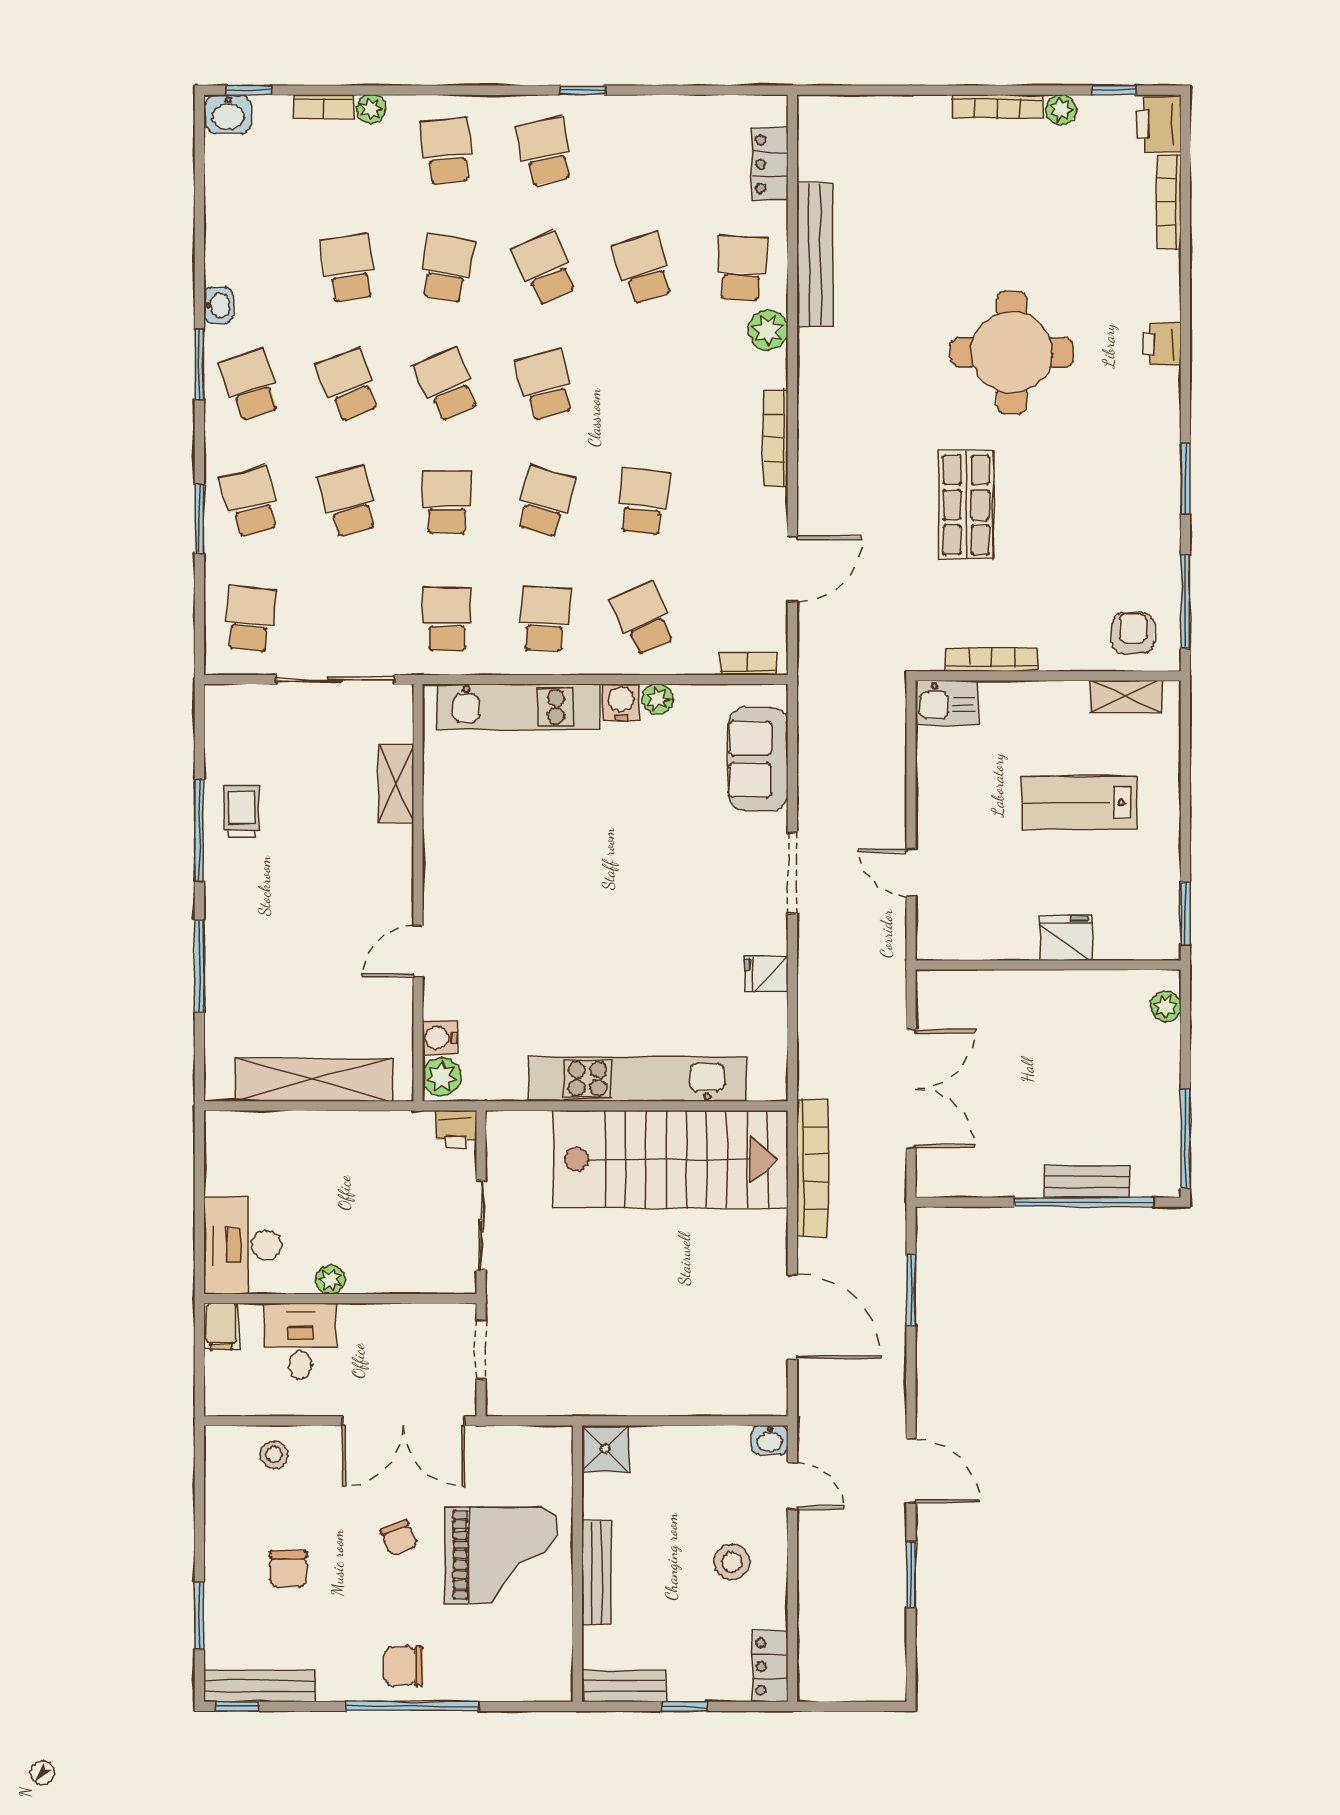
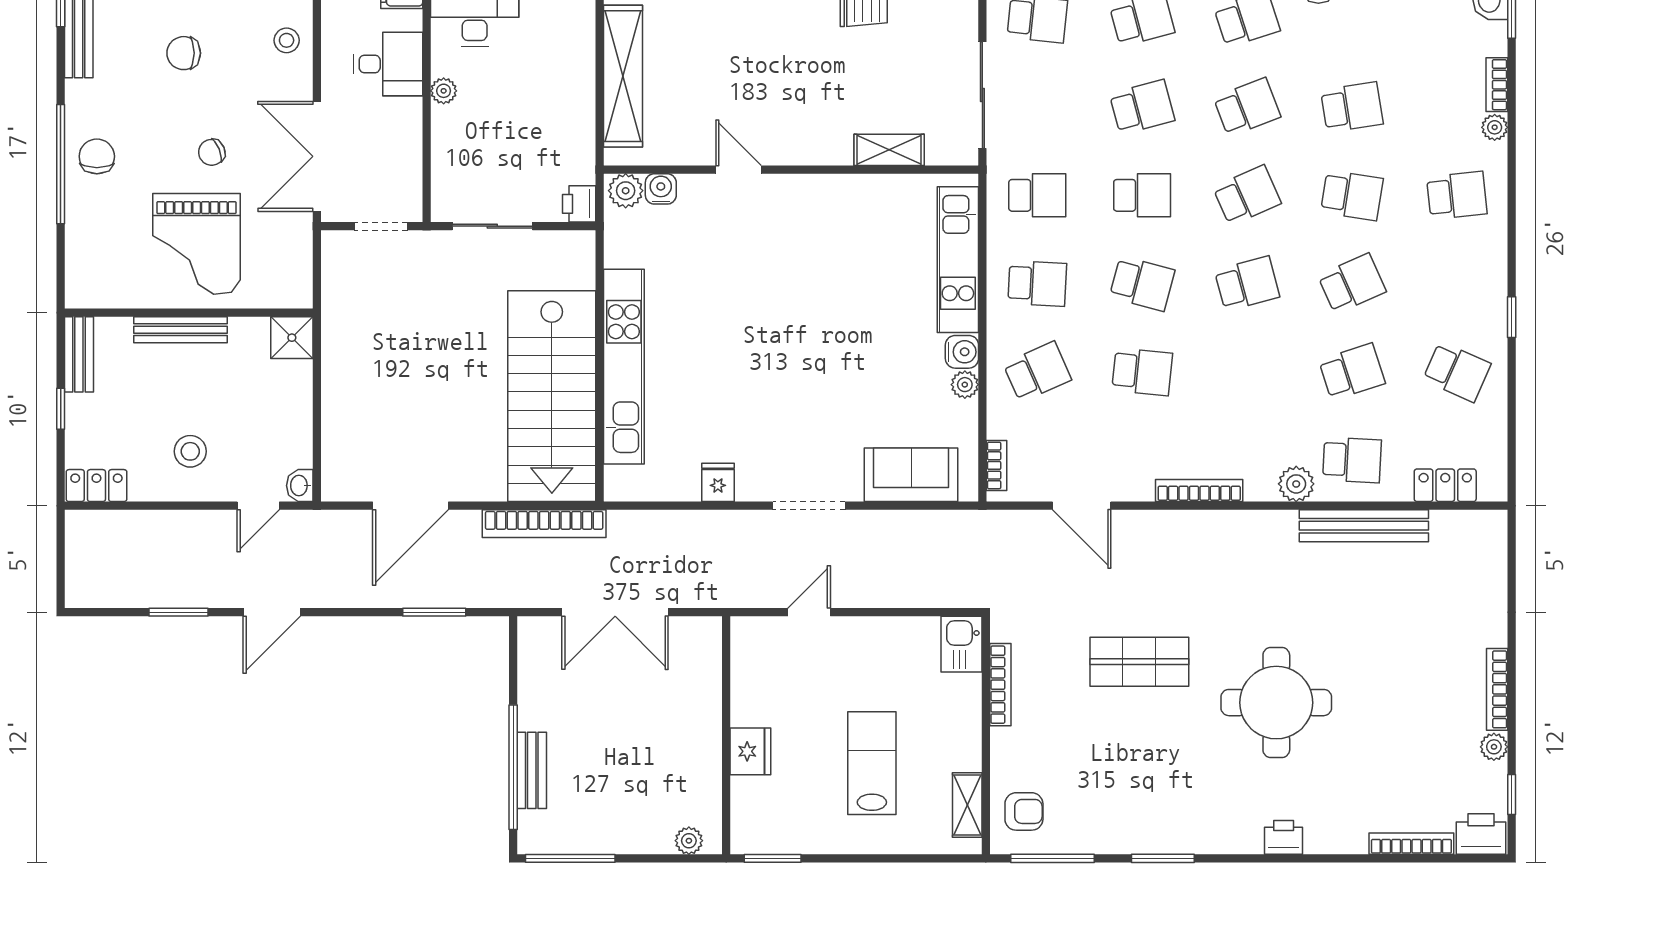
school desk: (545, 151) -> (1457, 372), moved, turned 36

